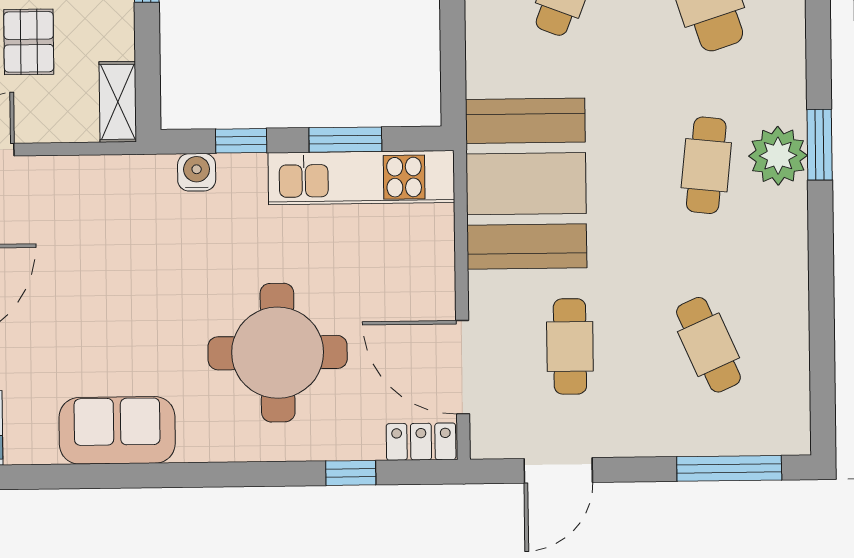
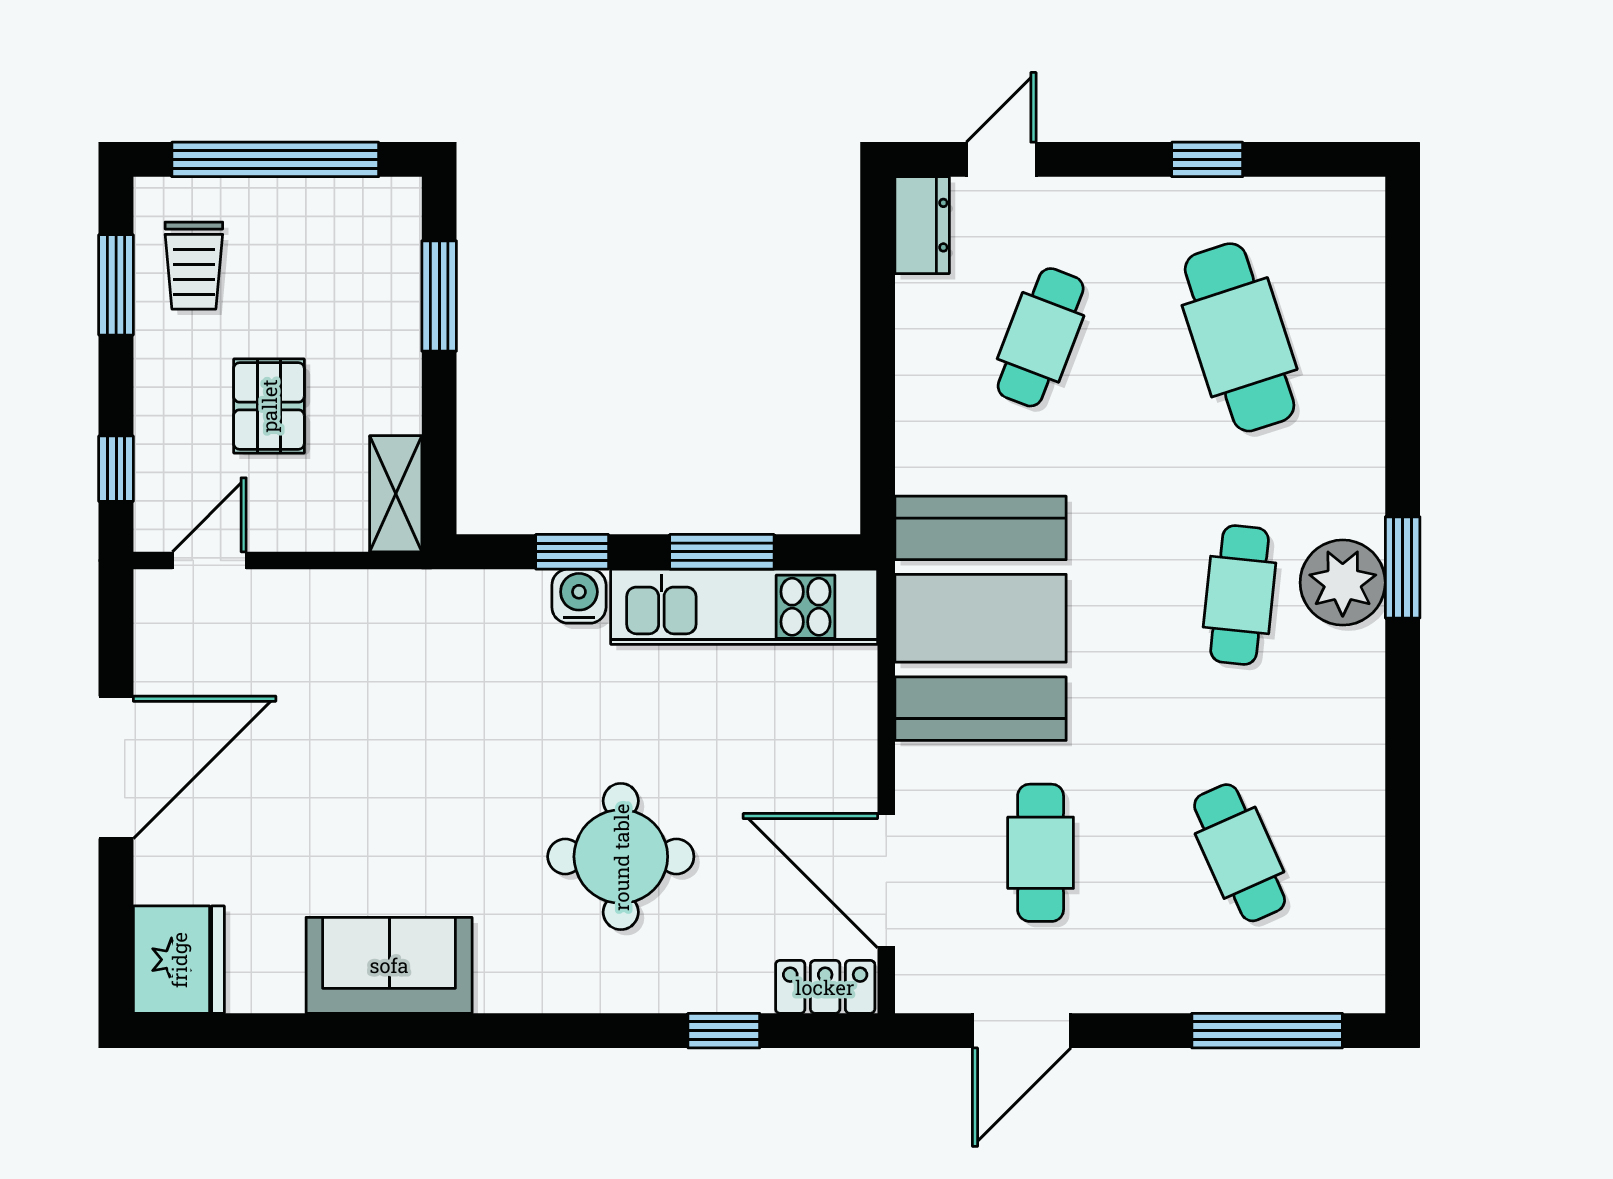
water cooler: (197, 172) -> (579, 596), moved
round table: (278, 353) -> (621, 857), width x0.73, depth x0.73

